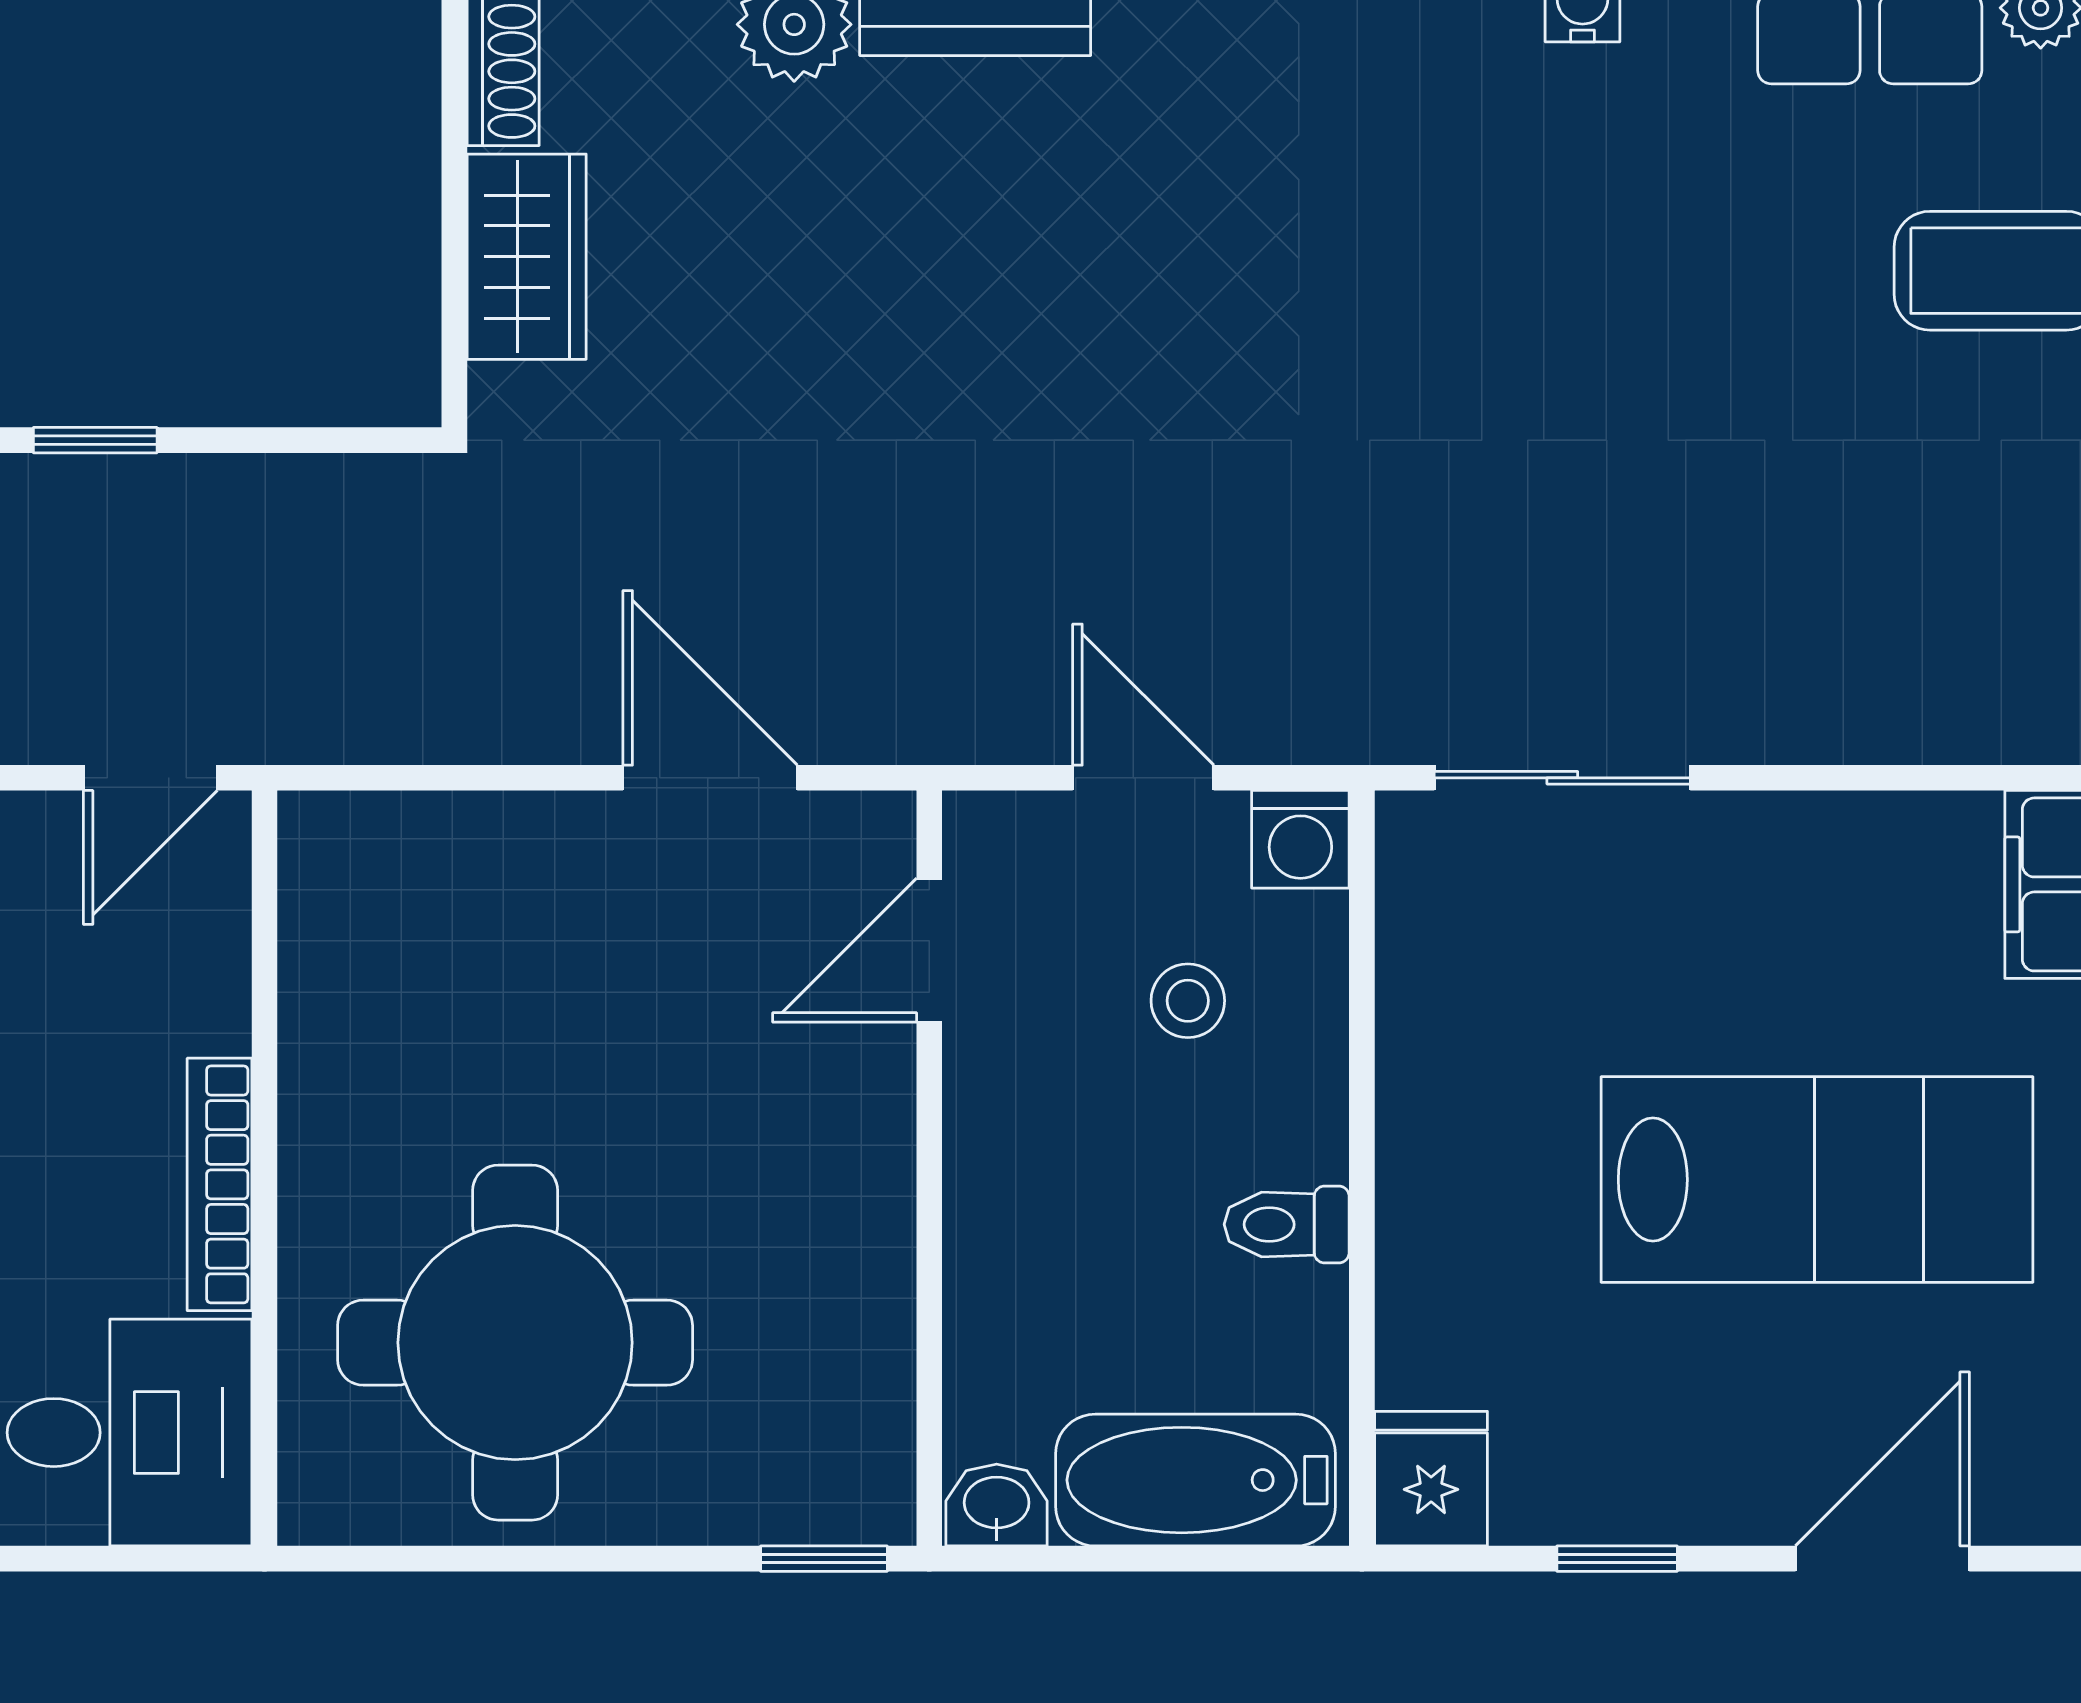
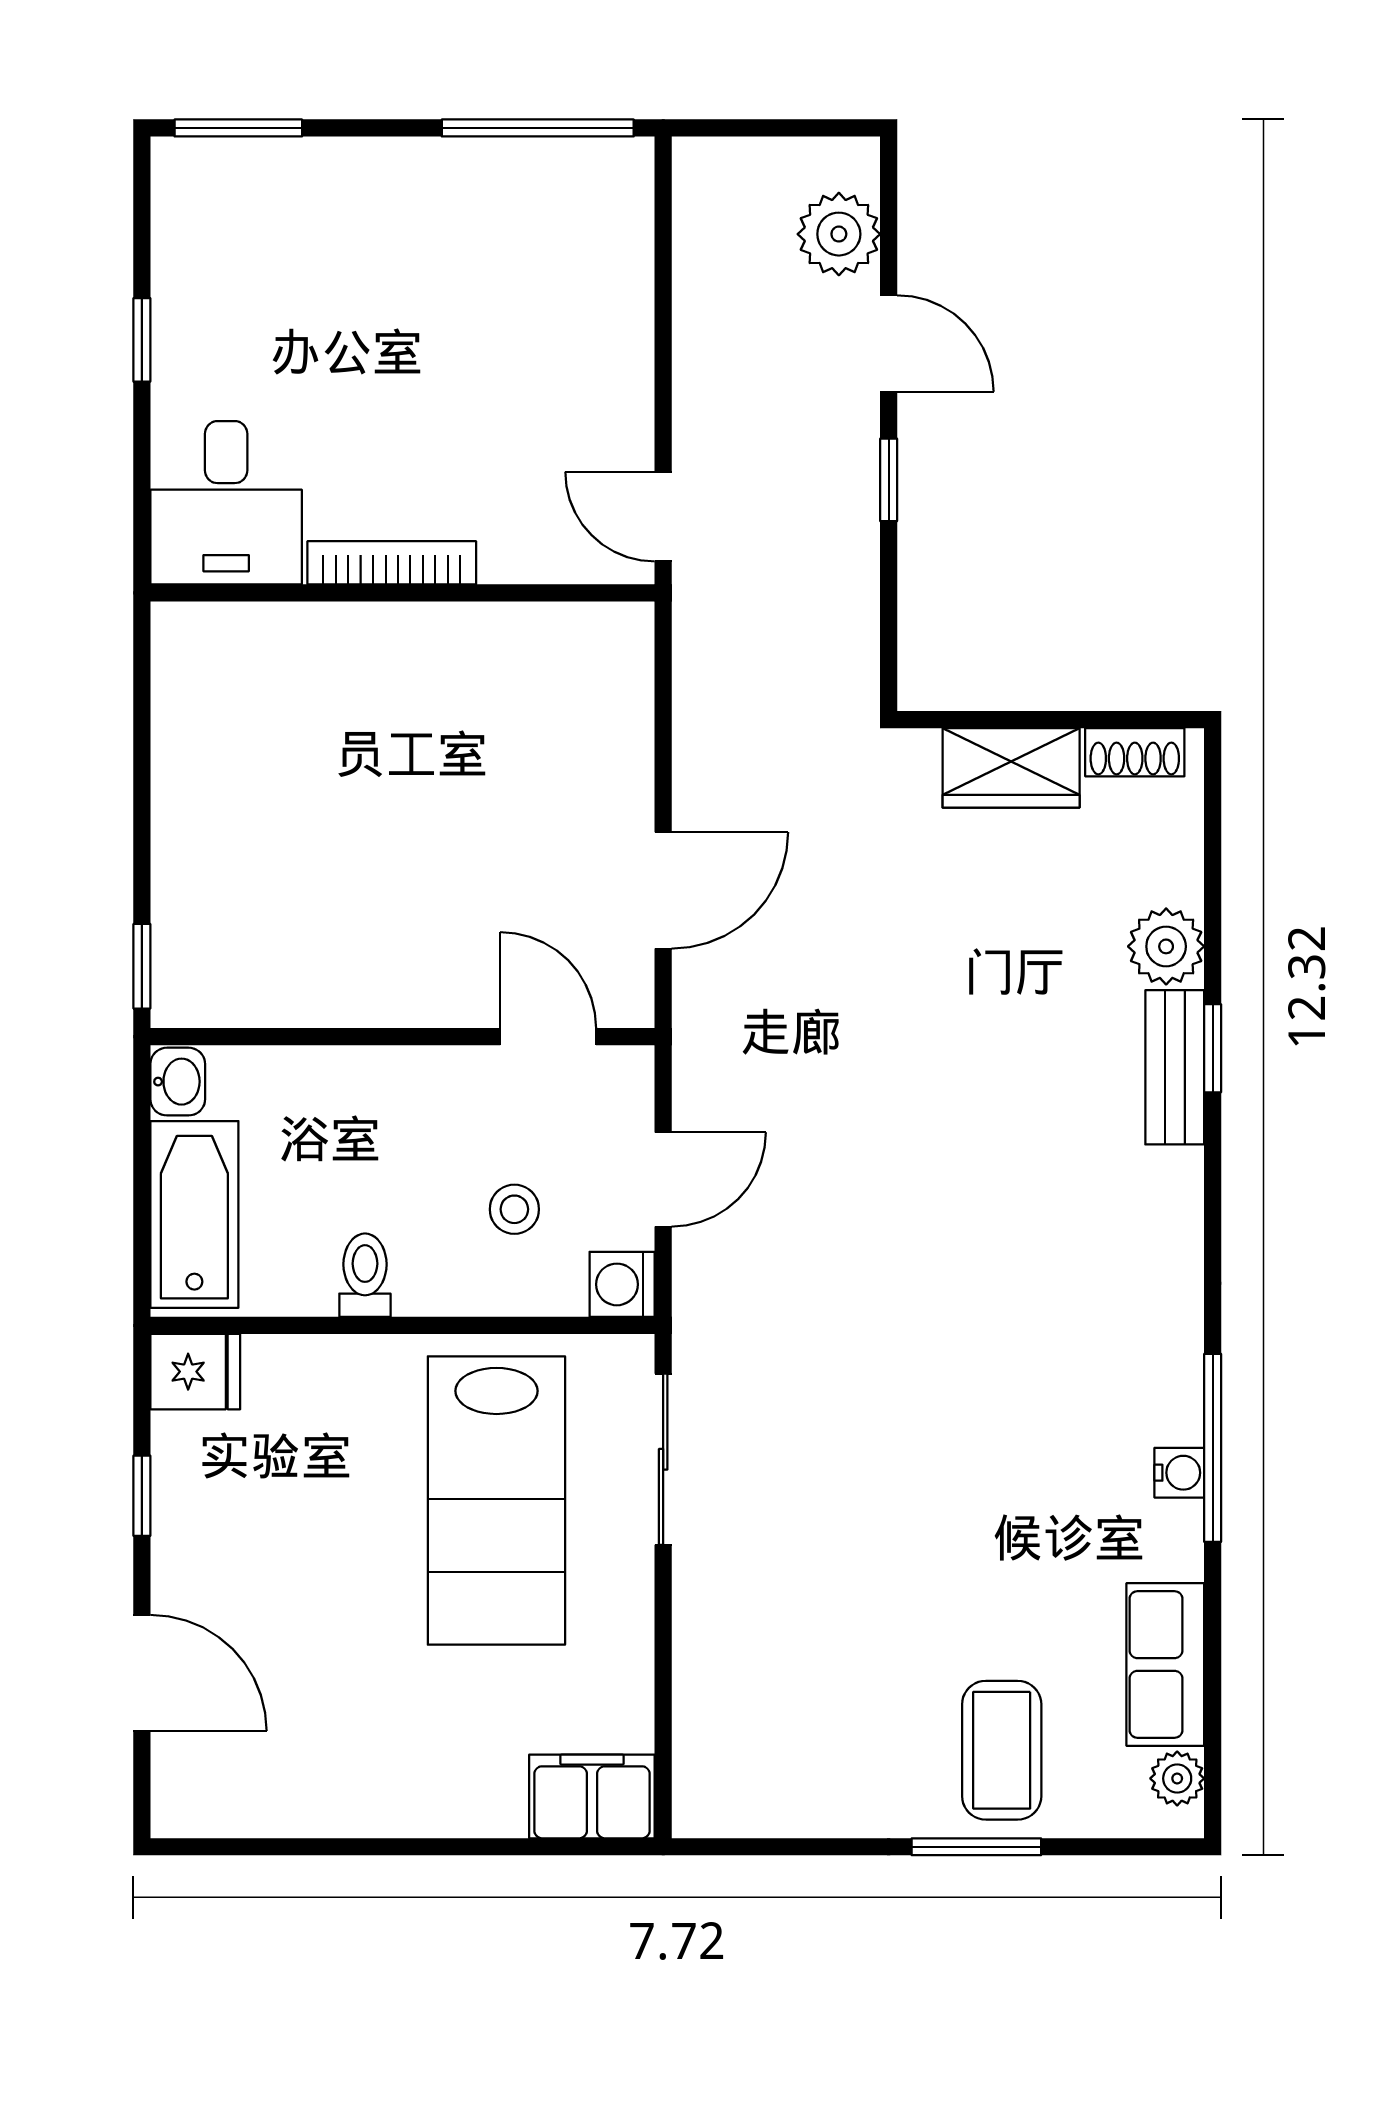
lab bench: (1817, 1180) -> (496, 1501), moved
round table: (515, 1343) -> (286, 760), removed

